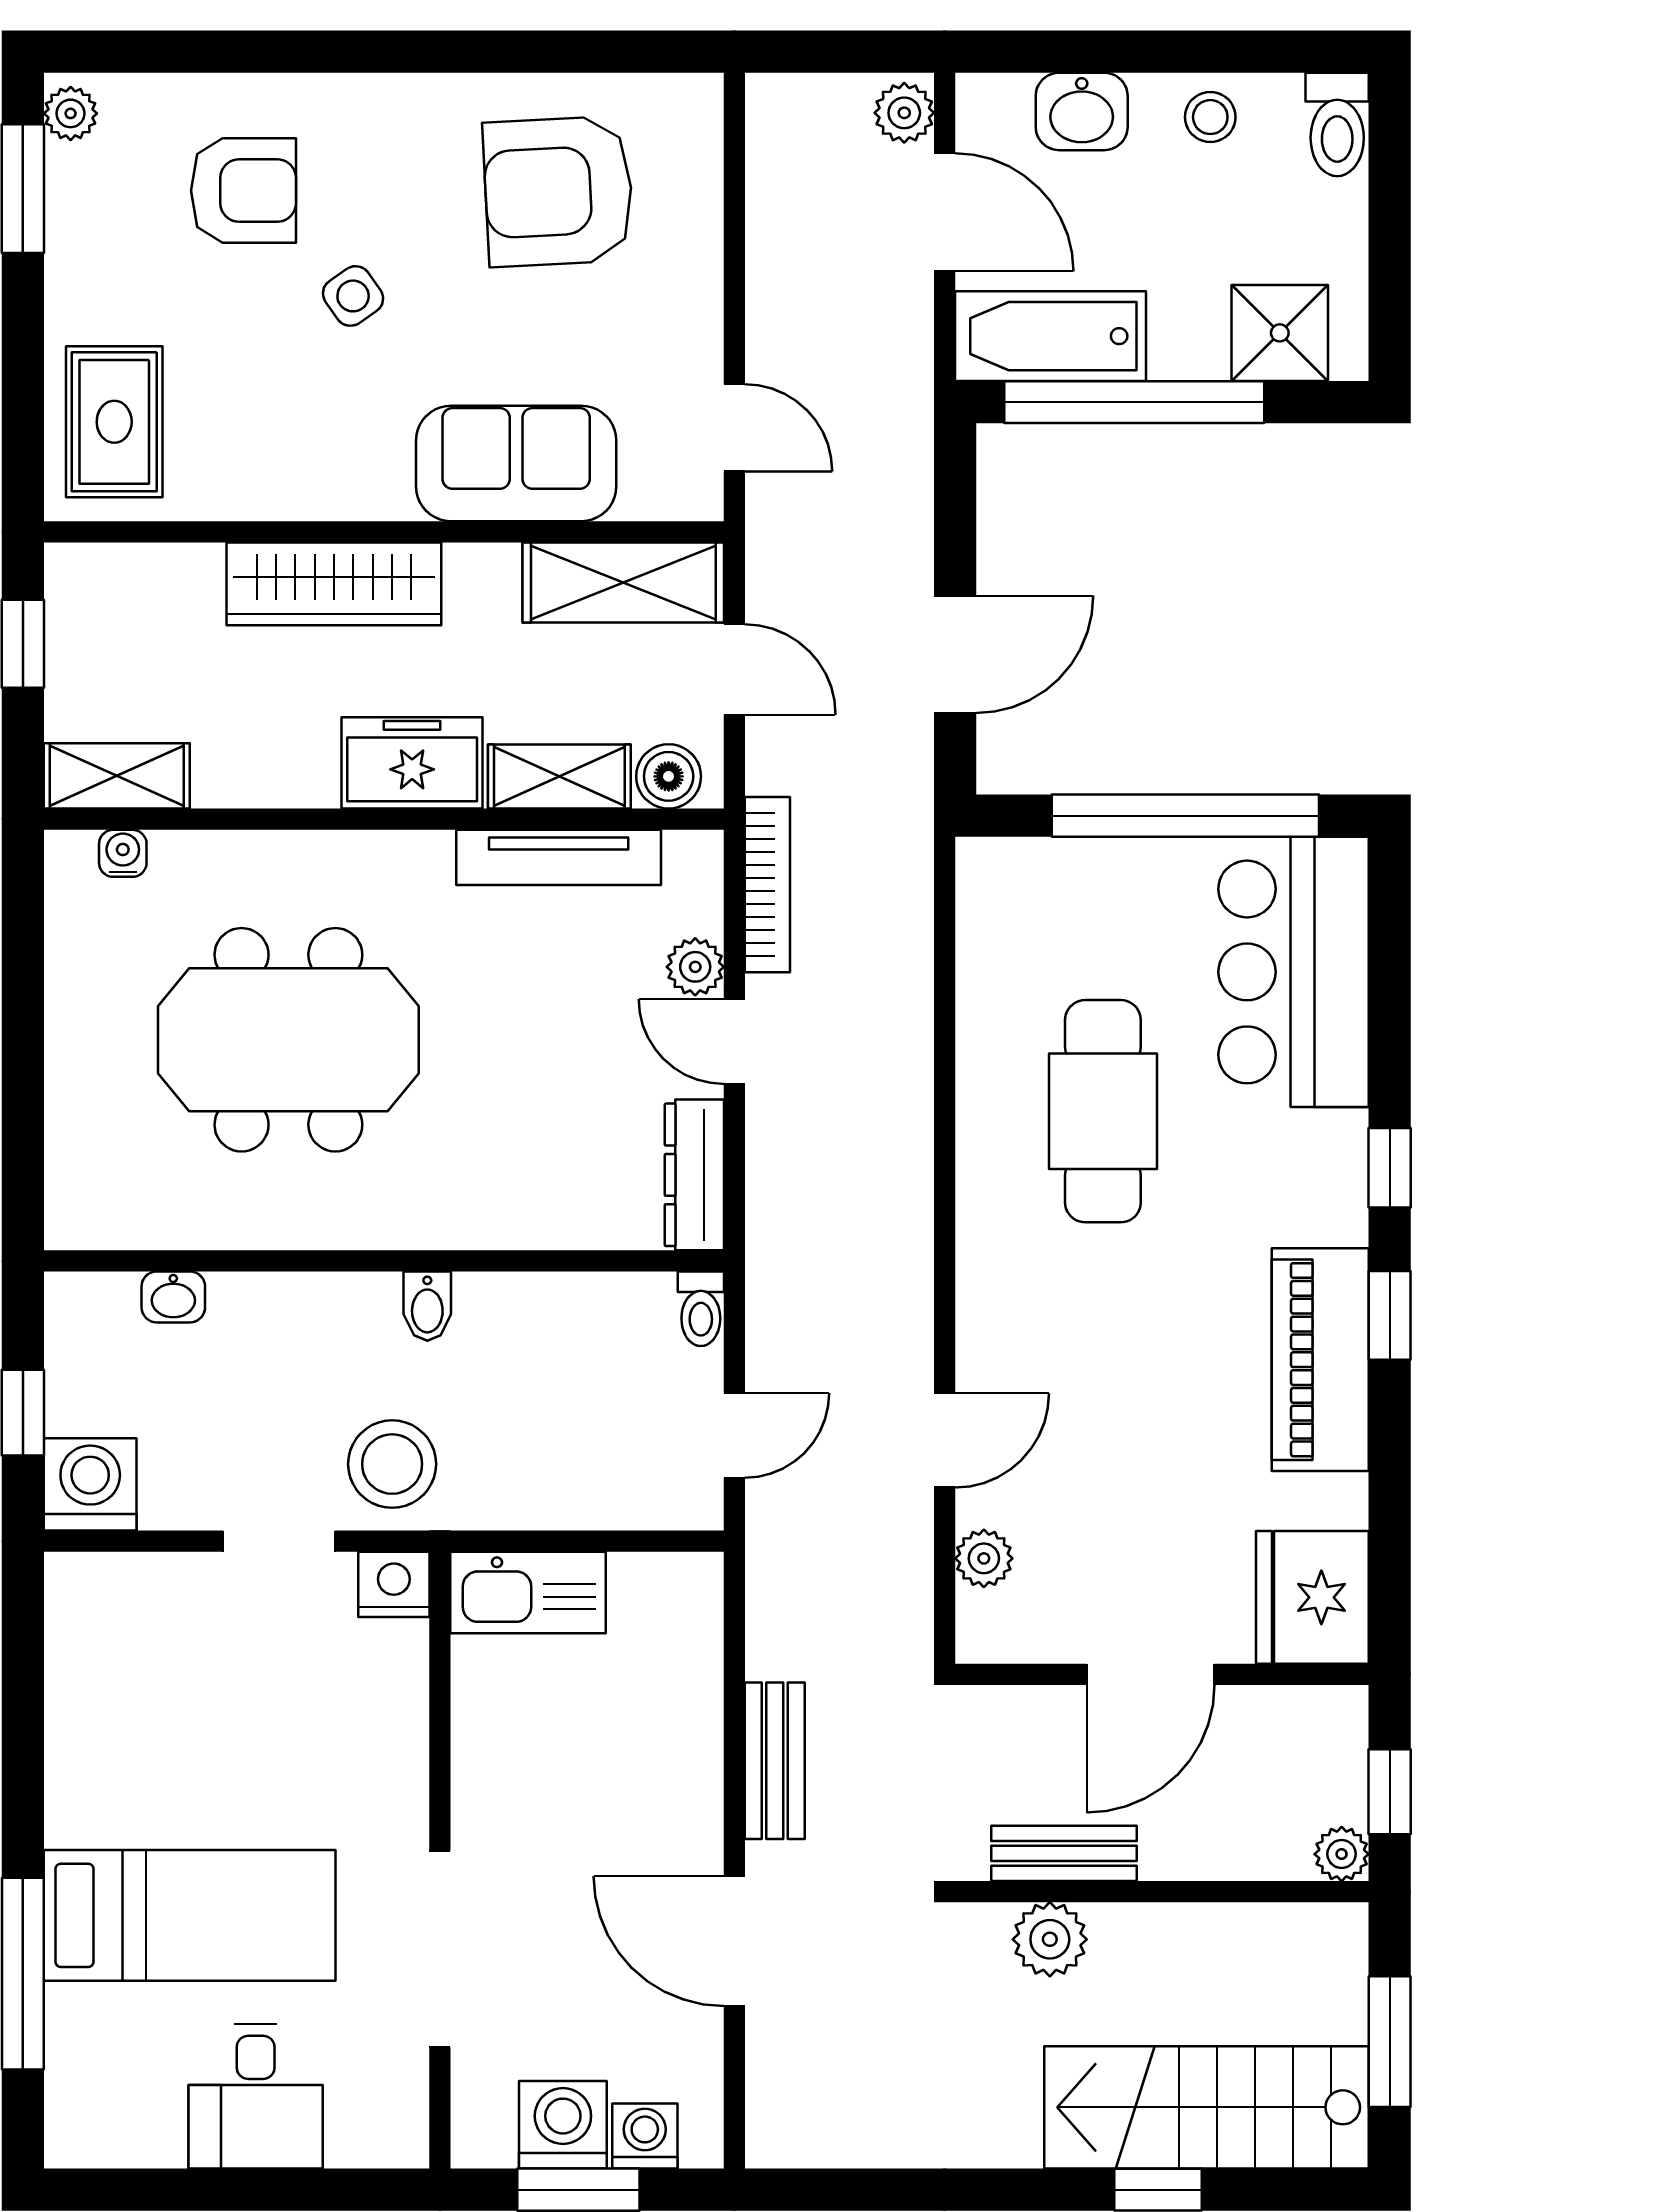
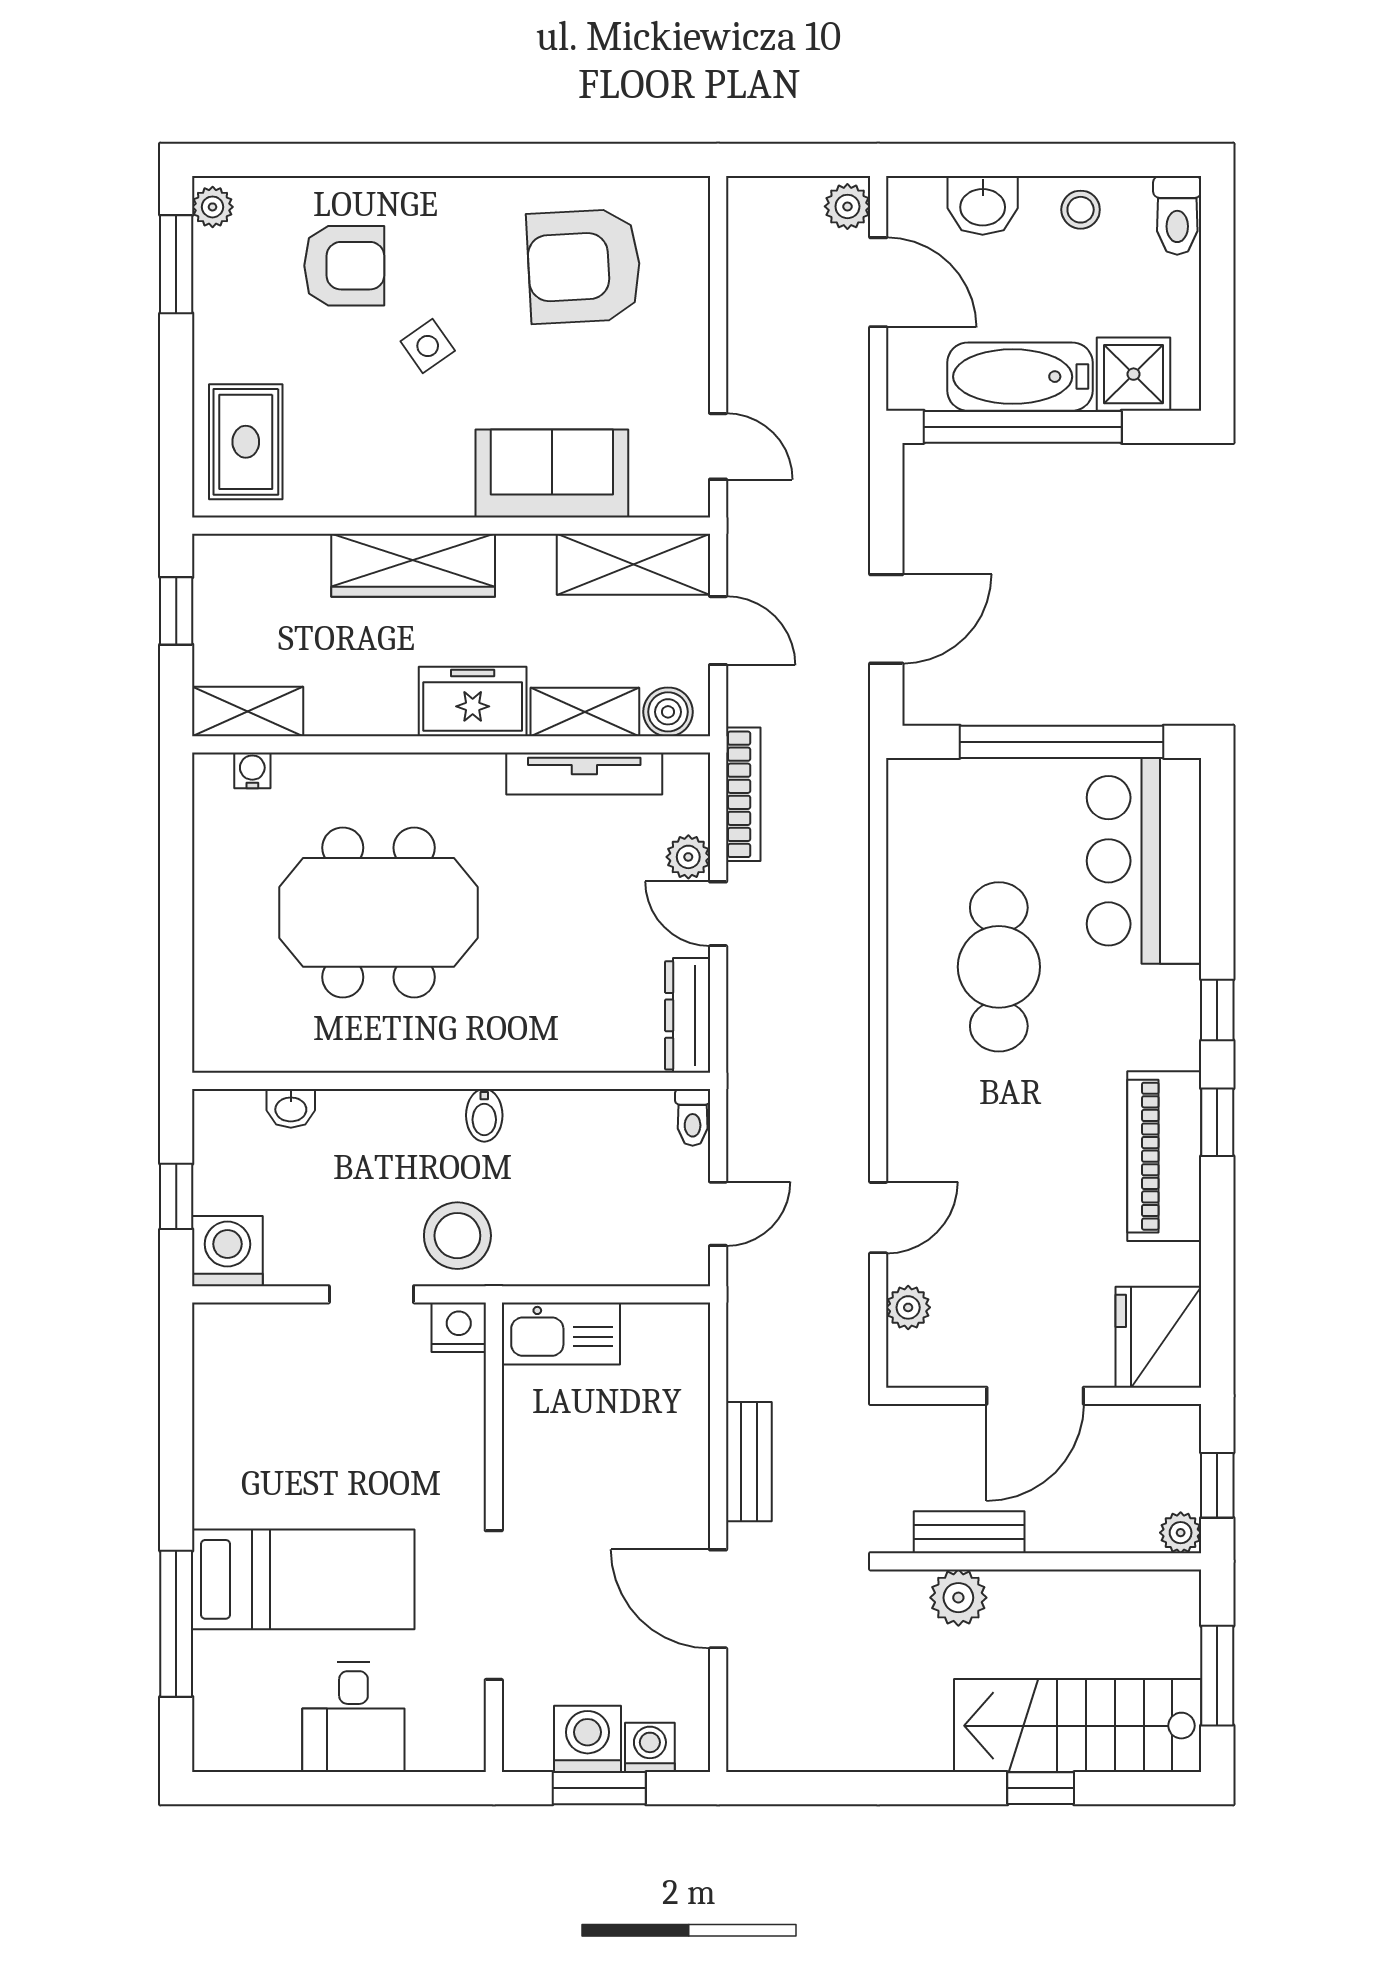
bathtub: (1050, 336) -> (1020, 377), moved

